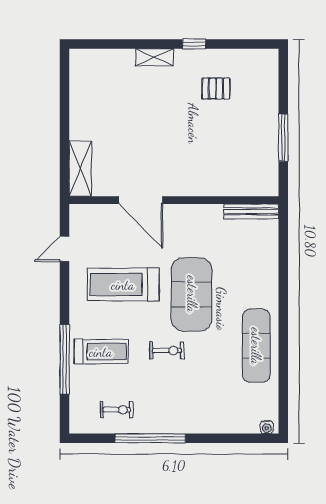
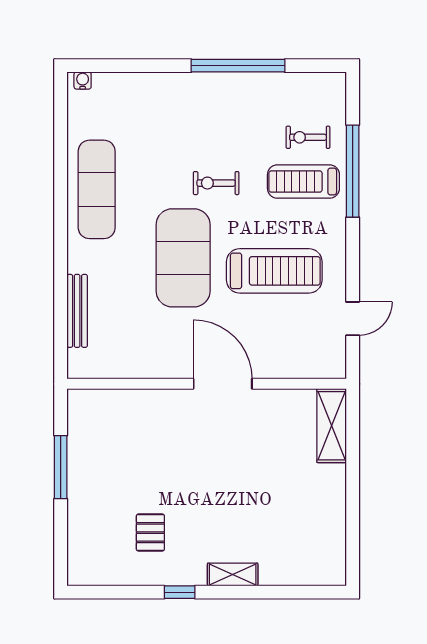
pallet: (216, 89) -> (150, 533), turned 90
door: (141, 200) -> (223, 384), moved
bench: (251, 211) -> (77, 311), moved, turned 90
exercise bike: (117, 410) -> (308, 137), moved

